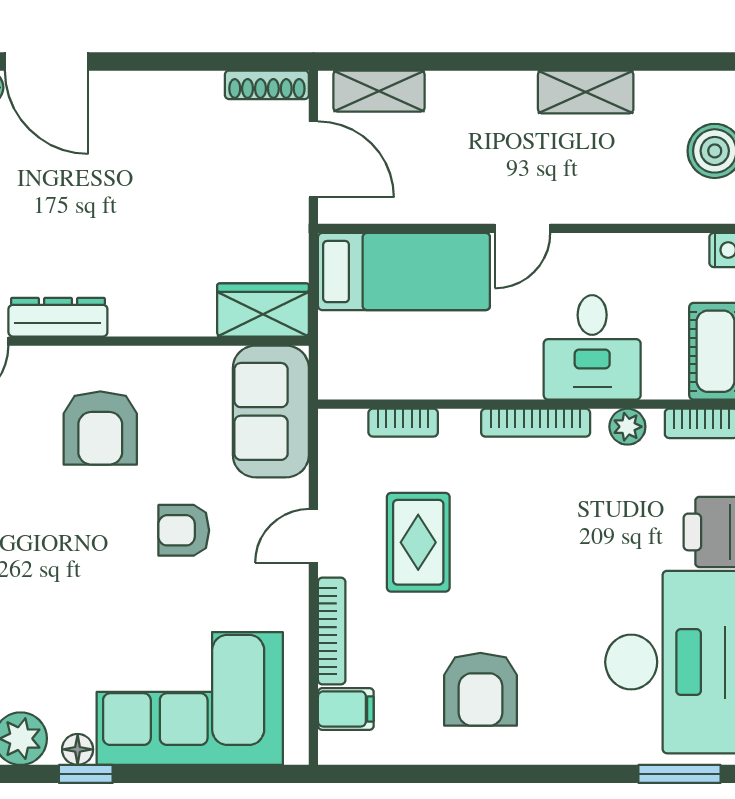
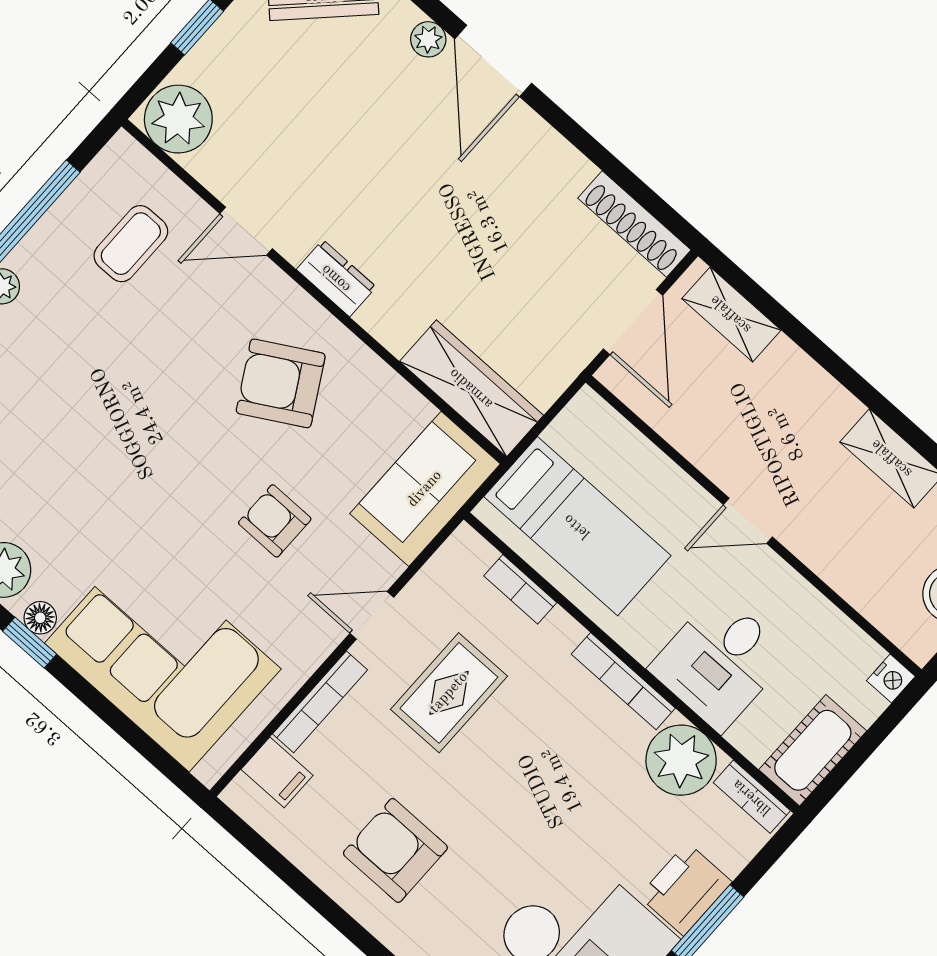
shoe rack: (267, 85) -> (634, 224), width x1.36, depth x1.24
bed: (404, 272) -> (577, 526), moved
wardrobe: (263, 310) -> (471, 388), width x1.50
dresser: (58, 317) -> (336, 278), width x0.70
plant: (627, 427) -> (681, 760), width x1.88, depth x1.88
armchair: (100, 428) -> (281, 383), turned 60
armchair: (480, 689) -> (395, 850), turned 90

